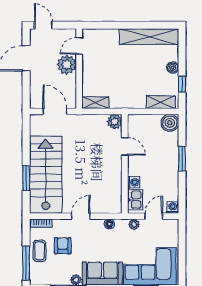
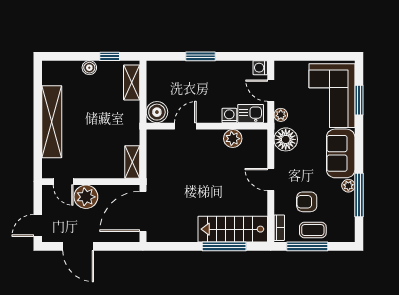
shelving: (149, 37) -> (52, 122), moved
door: (55, 111) -> (143, 211), width x1.36
plant: (115, 122) -> (233, 139), moved
boiler: (170, 123) -> (157, 112), moved
stairs: (46, 175) -> (233, 229), width x0.73, depth x0.66
window: (26, 178) -> (224, 246), width x1.44
floor lamp: (109, 224) -> (286, 139), width x1.89, depth x1.89
window: (26, 263) -> (307, 246), moved

